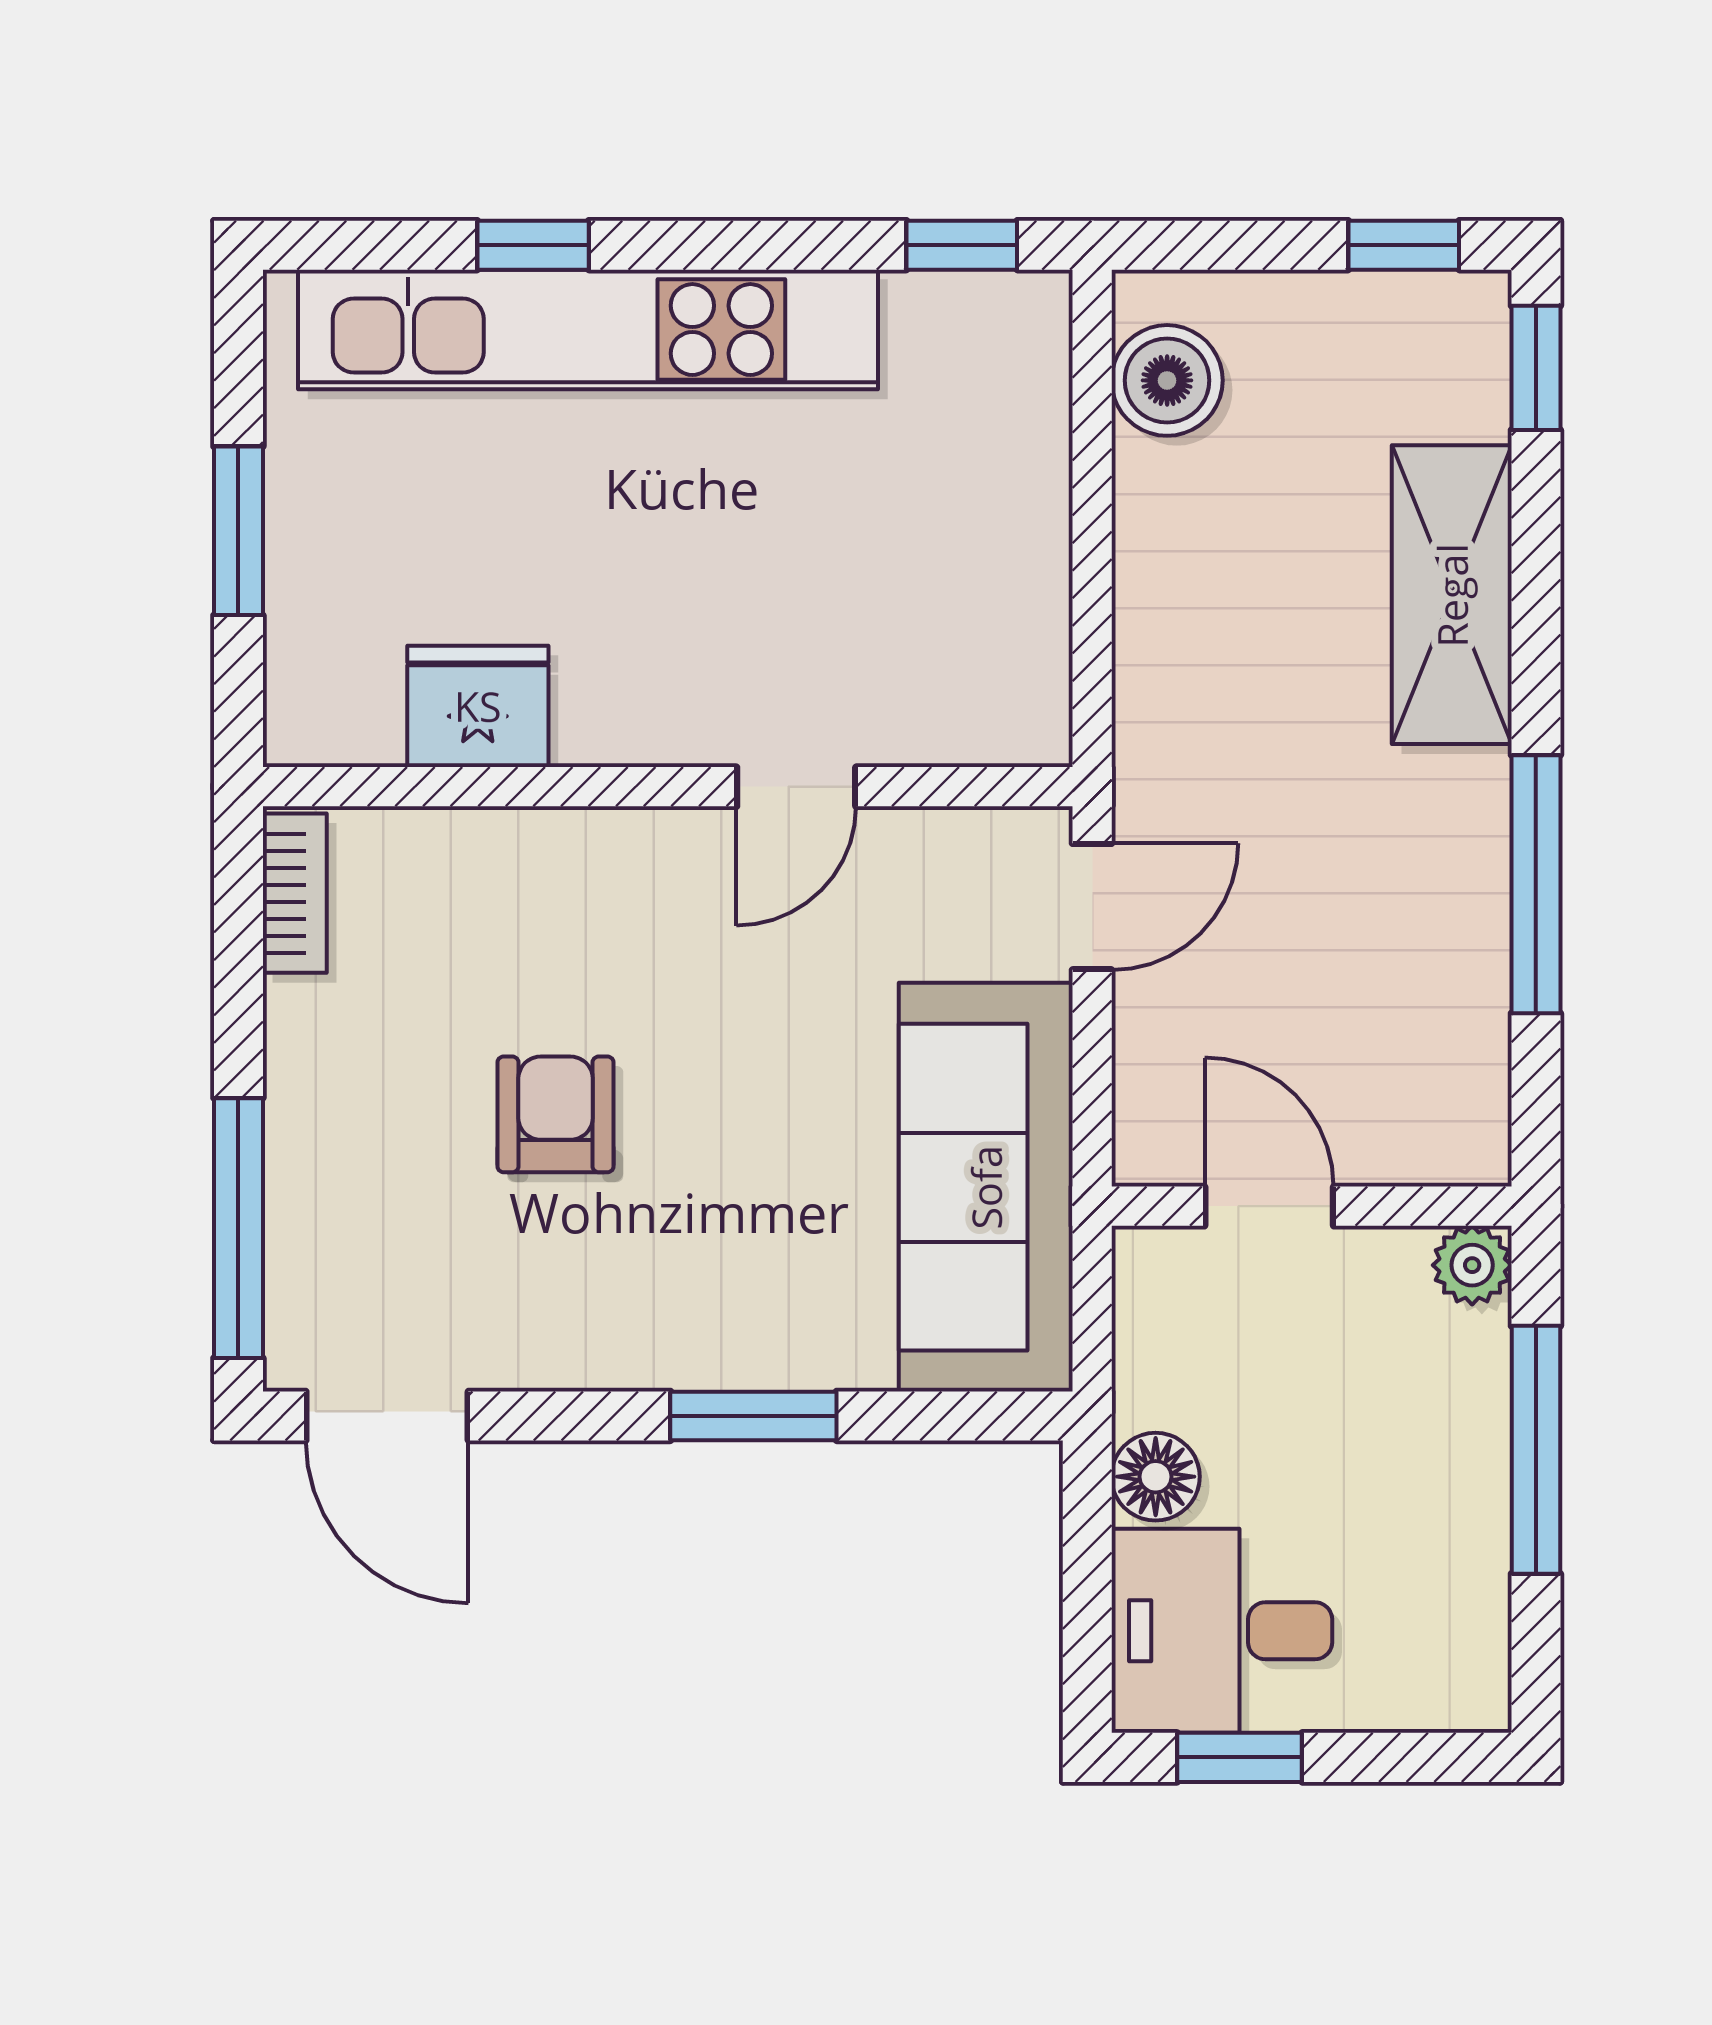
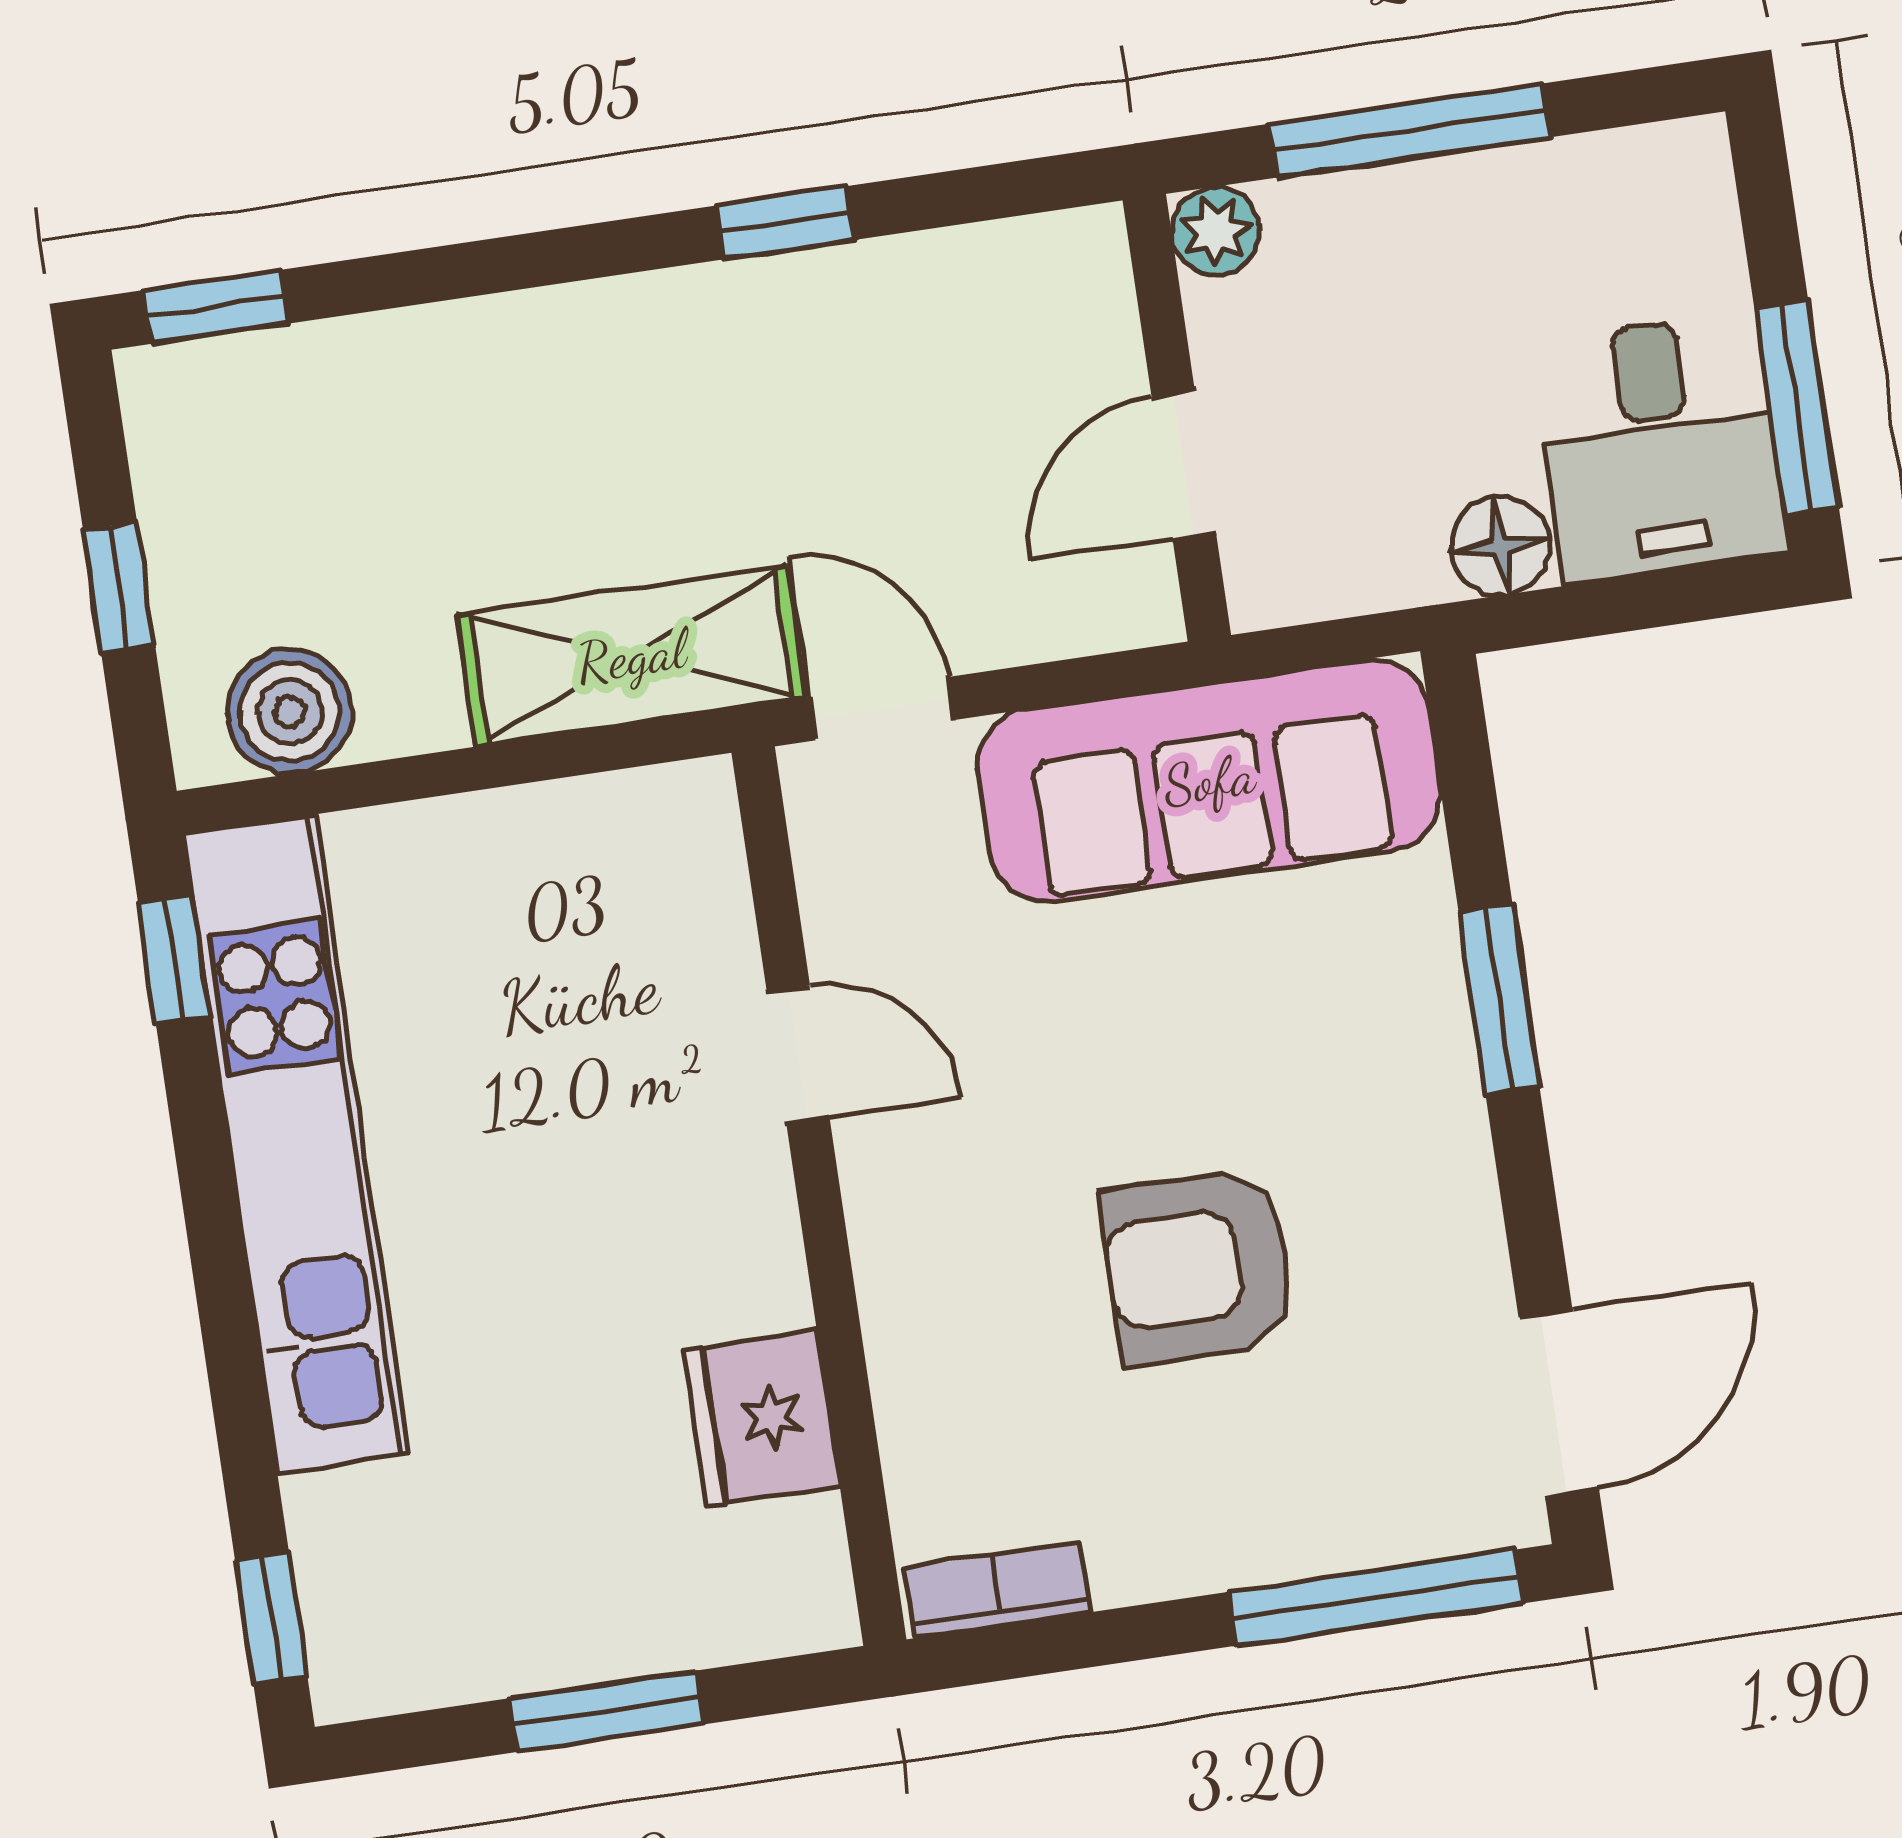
window: (533, 245) -> (271, 1618), moved
window: (1404, 245) -> (119, 587), moved
kitchen unit: (588, 330) -> (296, 1144), moved
shelving: (1452, 595) -> (631, 656), moved
window: (1536, 884) -> (785, 223), width x0.46
armchair: (556, 1114) -> (1199, 1266), width x1.38, depth x1.38
window: (1240, 1757) -> (1796, 407), width x1.50

